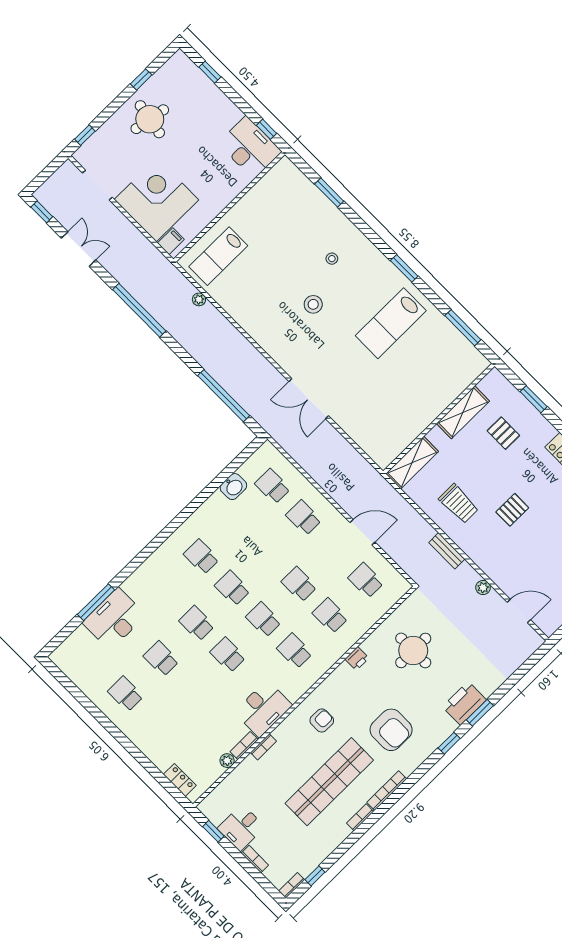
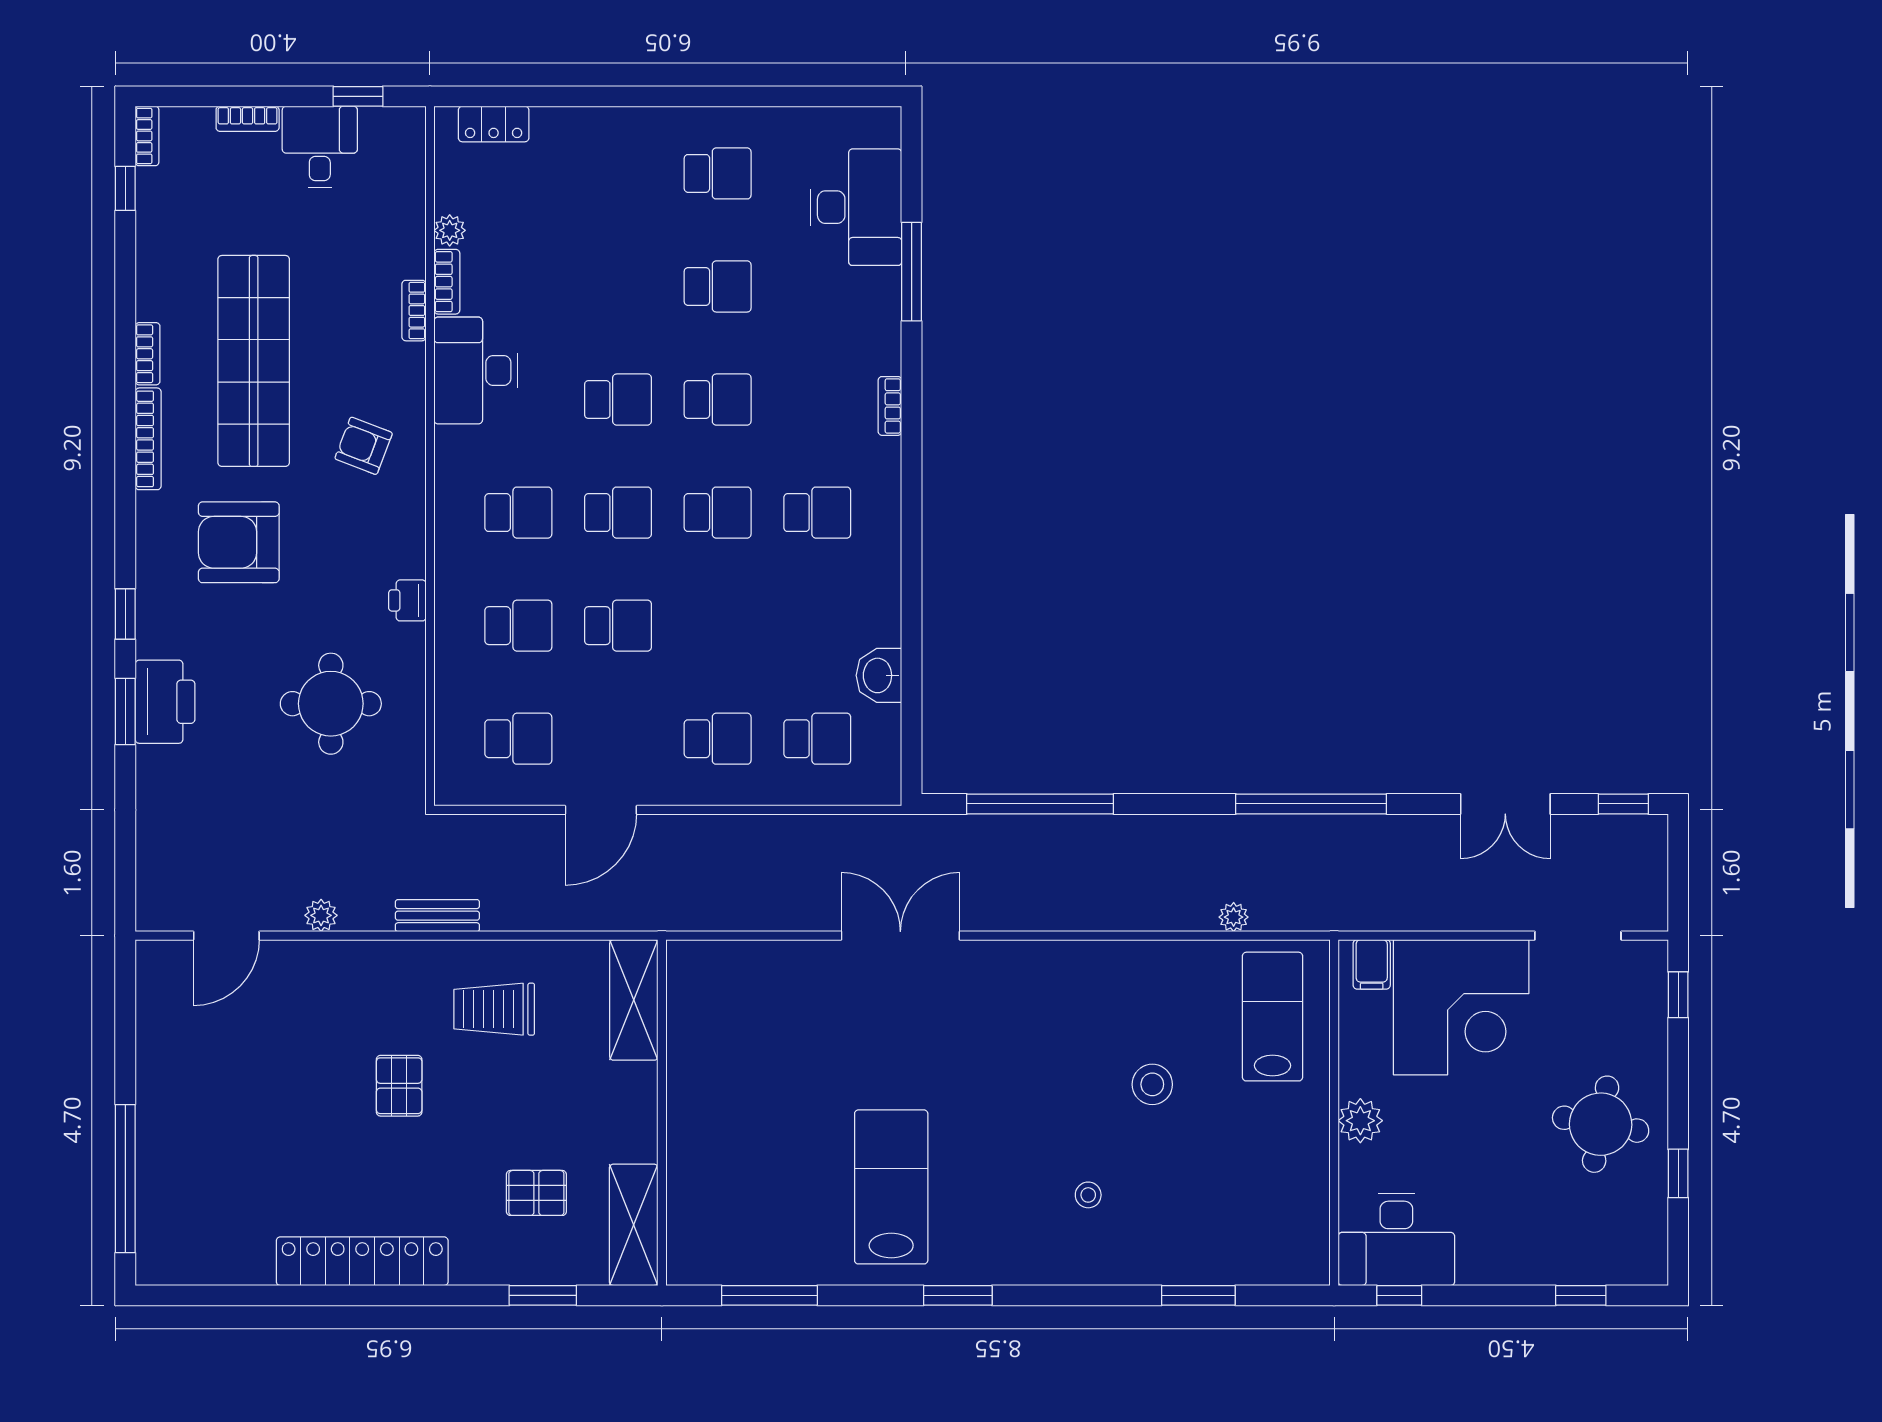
plant: (224, 196) -> (1360, 1121), added
stool: (313, 304) -> (1152, 1084), moved
shelving: (463, 412) -> (634, 1225), moved
bookcase: (145, 567) -> (890, 406), added
desk: (114, 619) -> (856, 207), moved
armchair: (322, 721) -> (364, 446), turned 111

